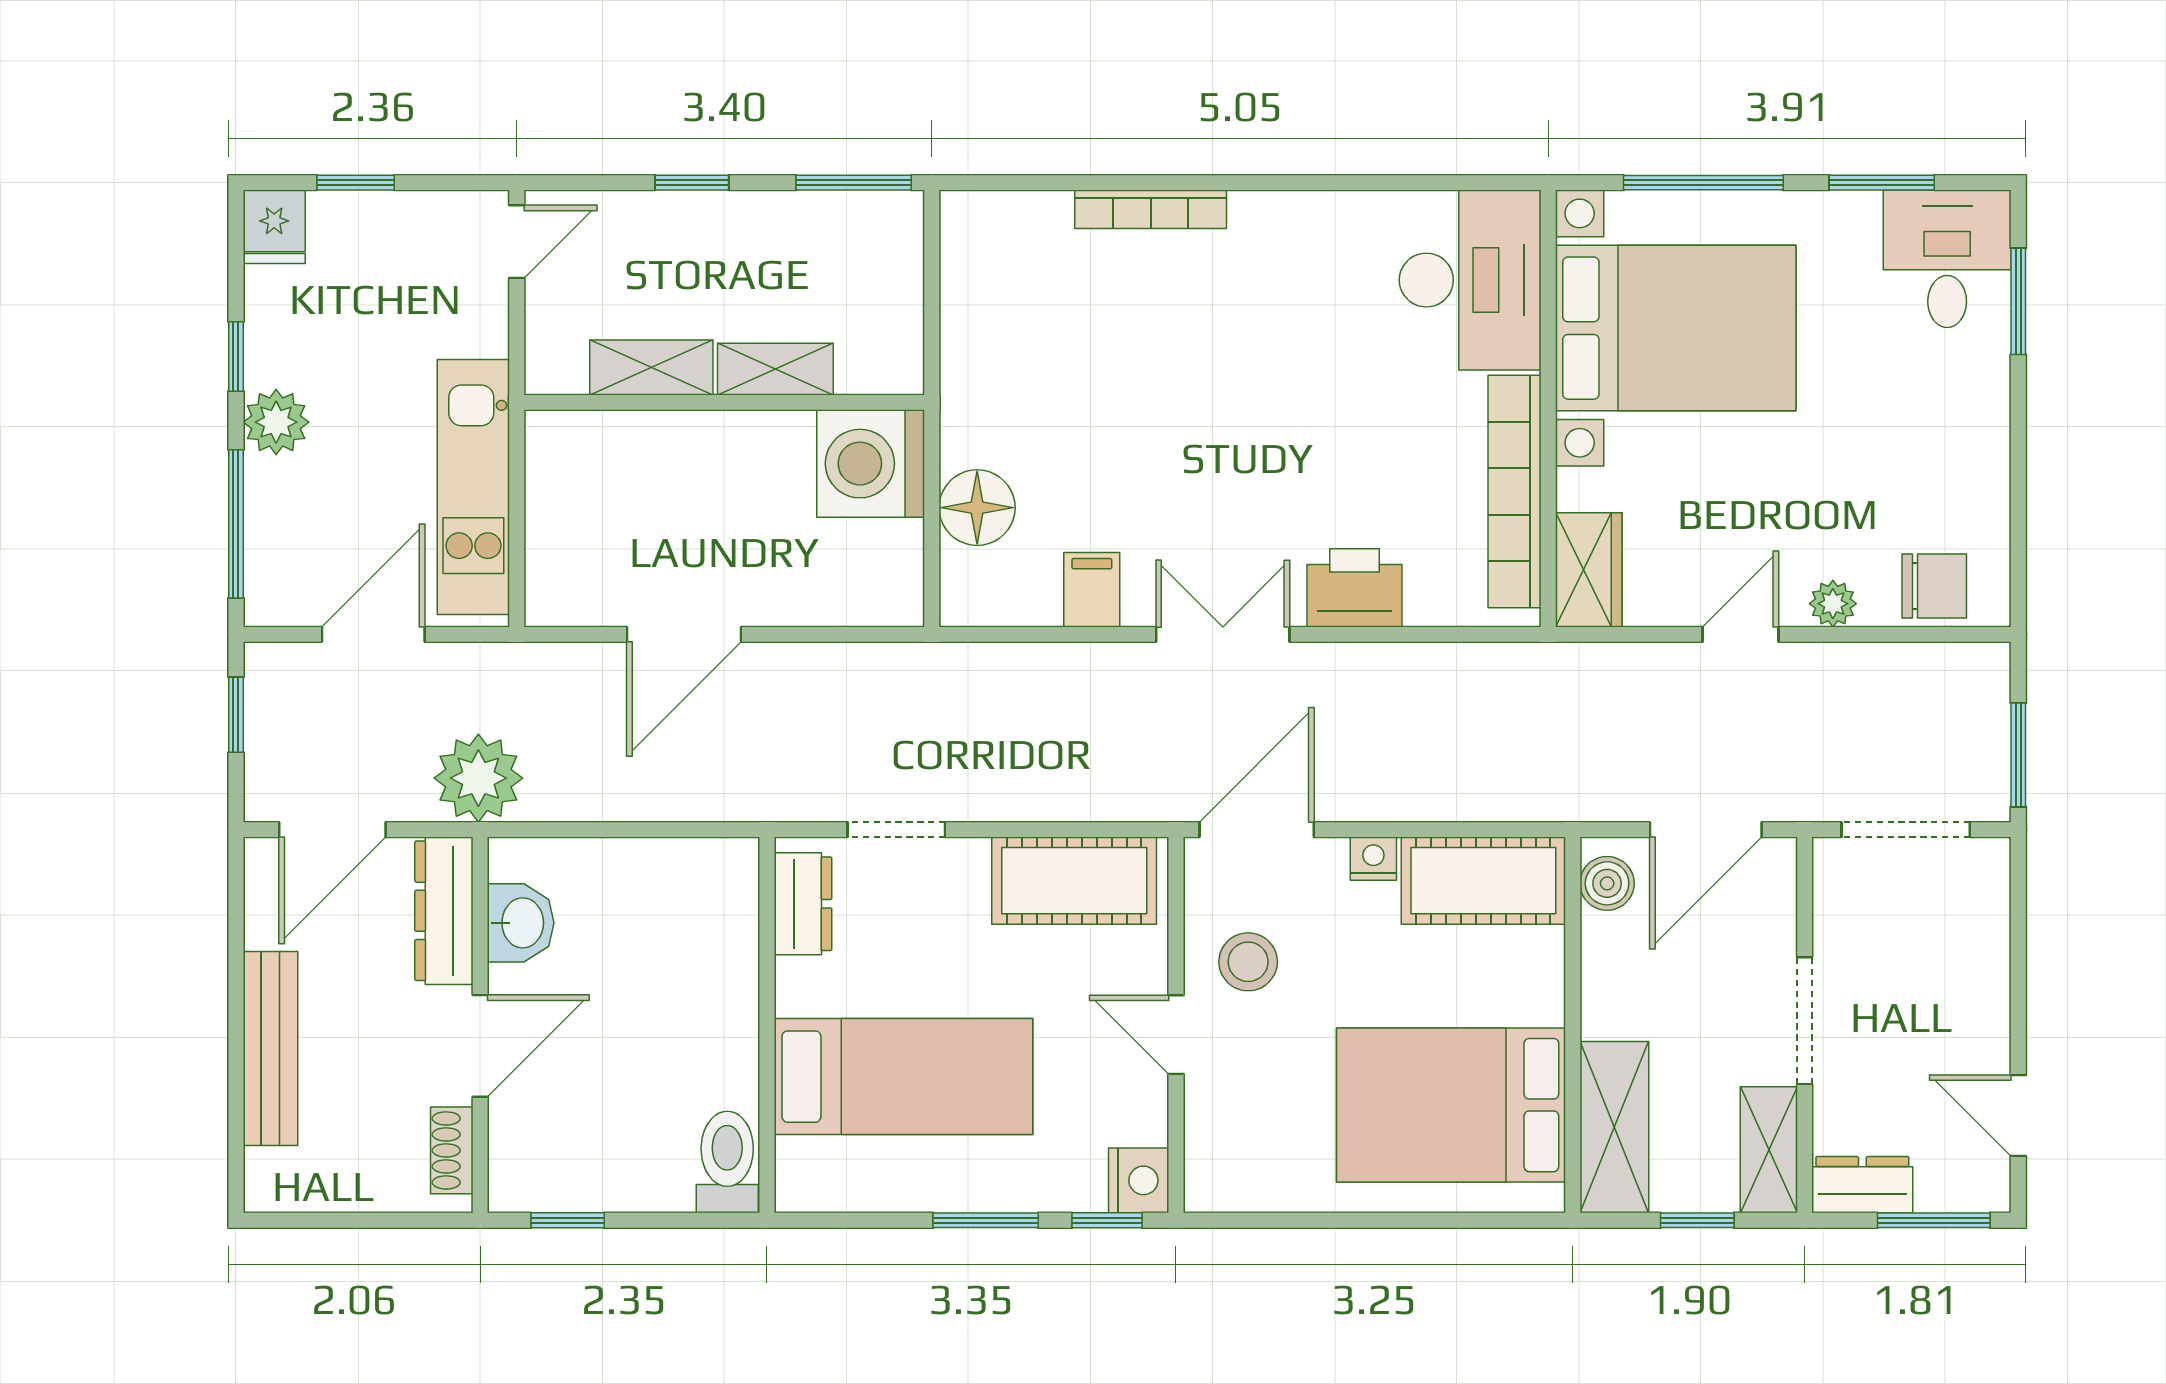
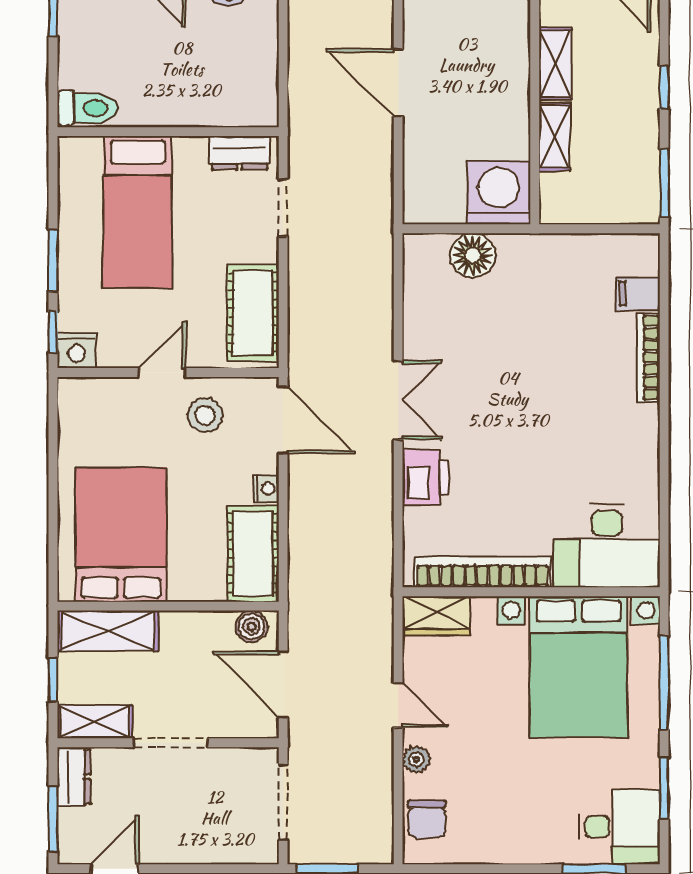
filing cabinet: (1092, 590) -> (638, 294), moved, turned 180

